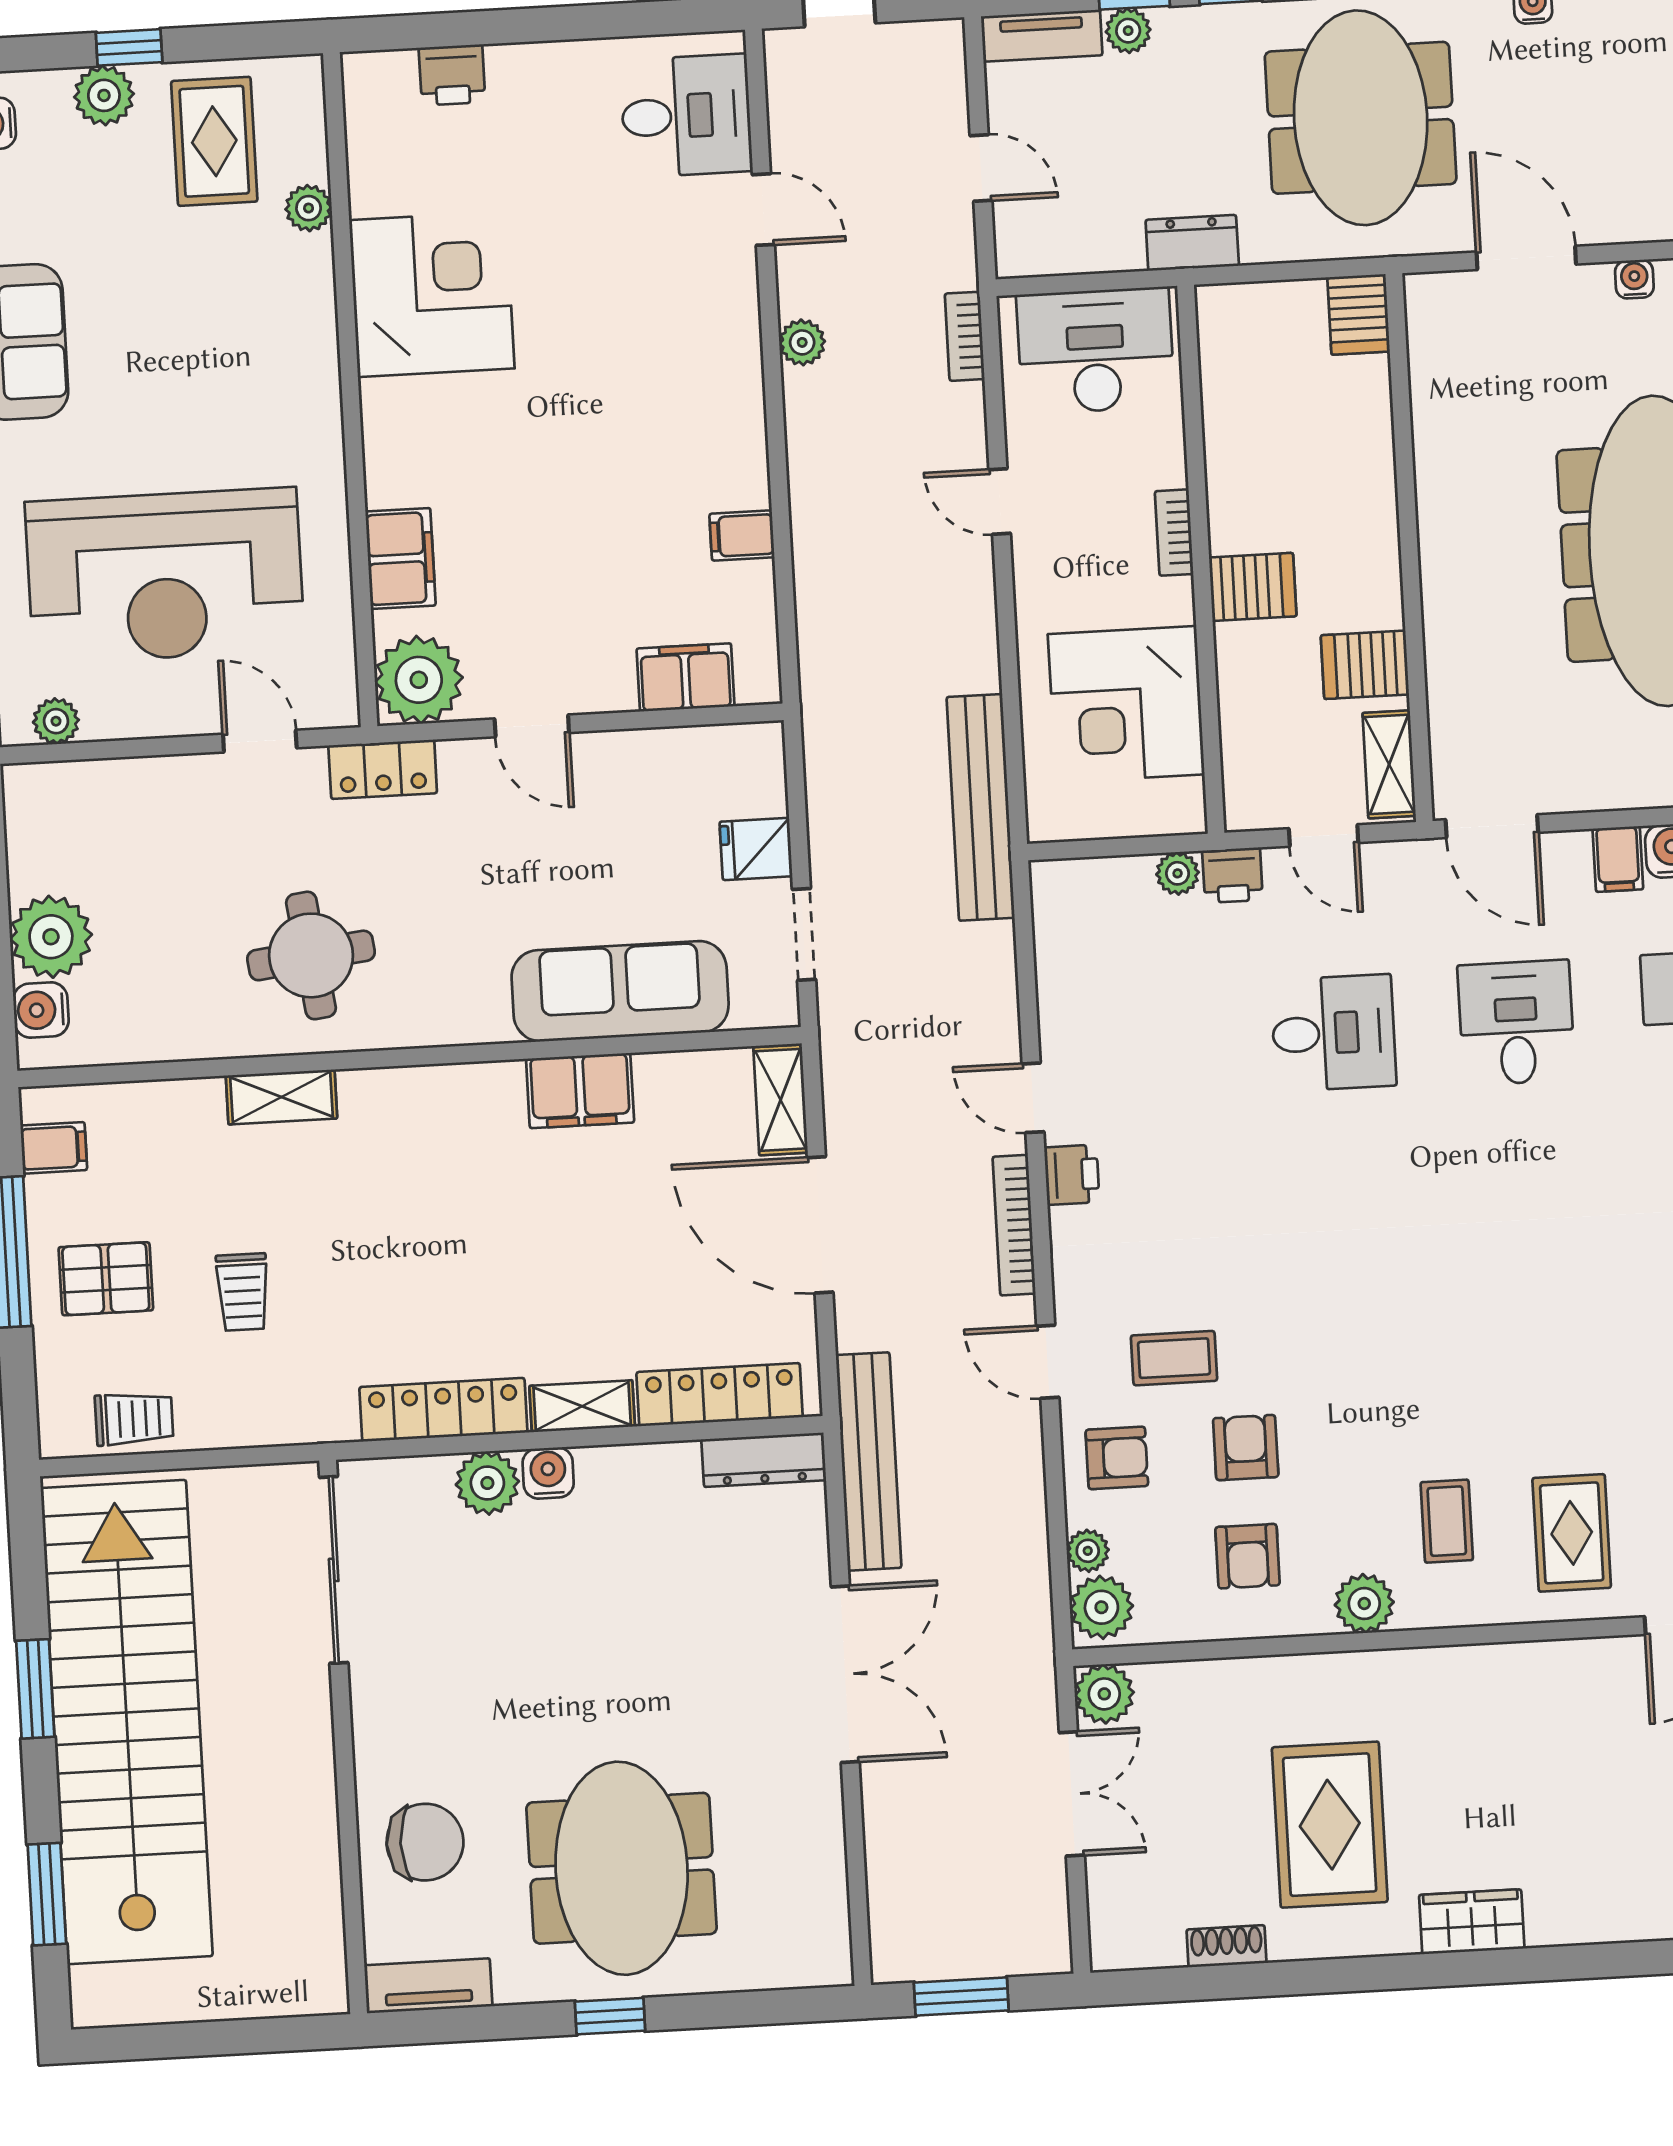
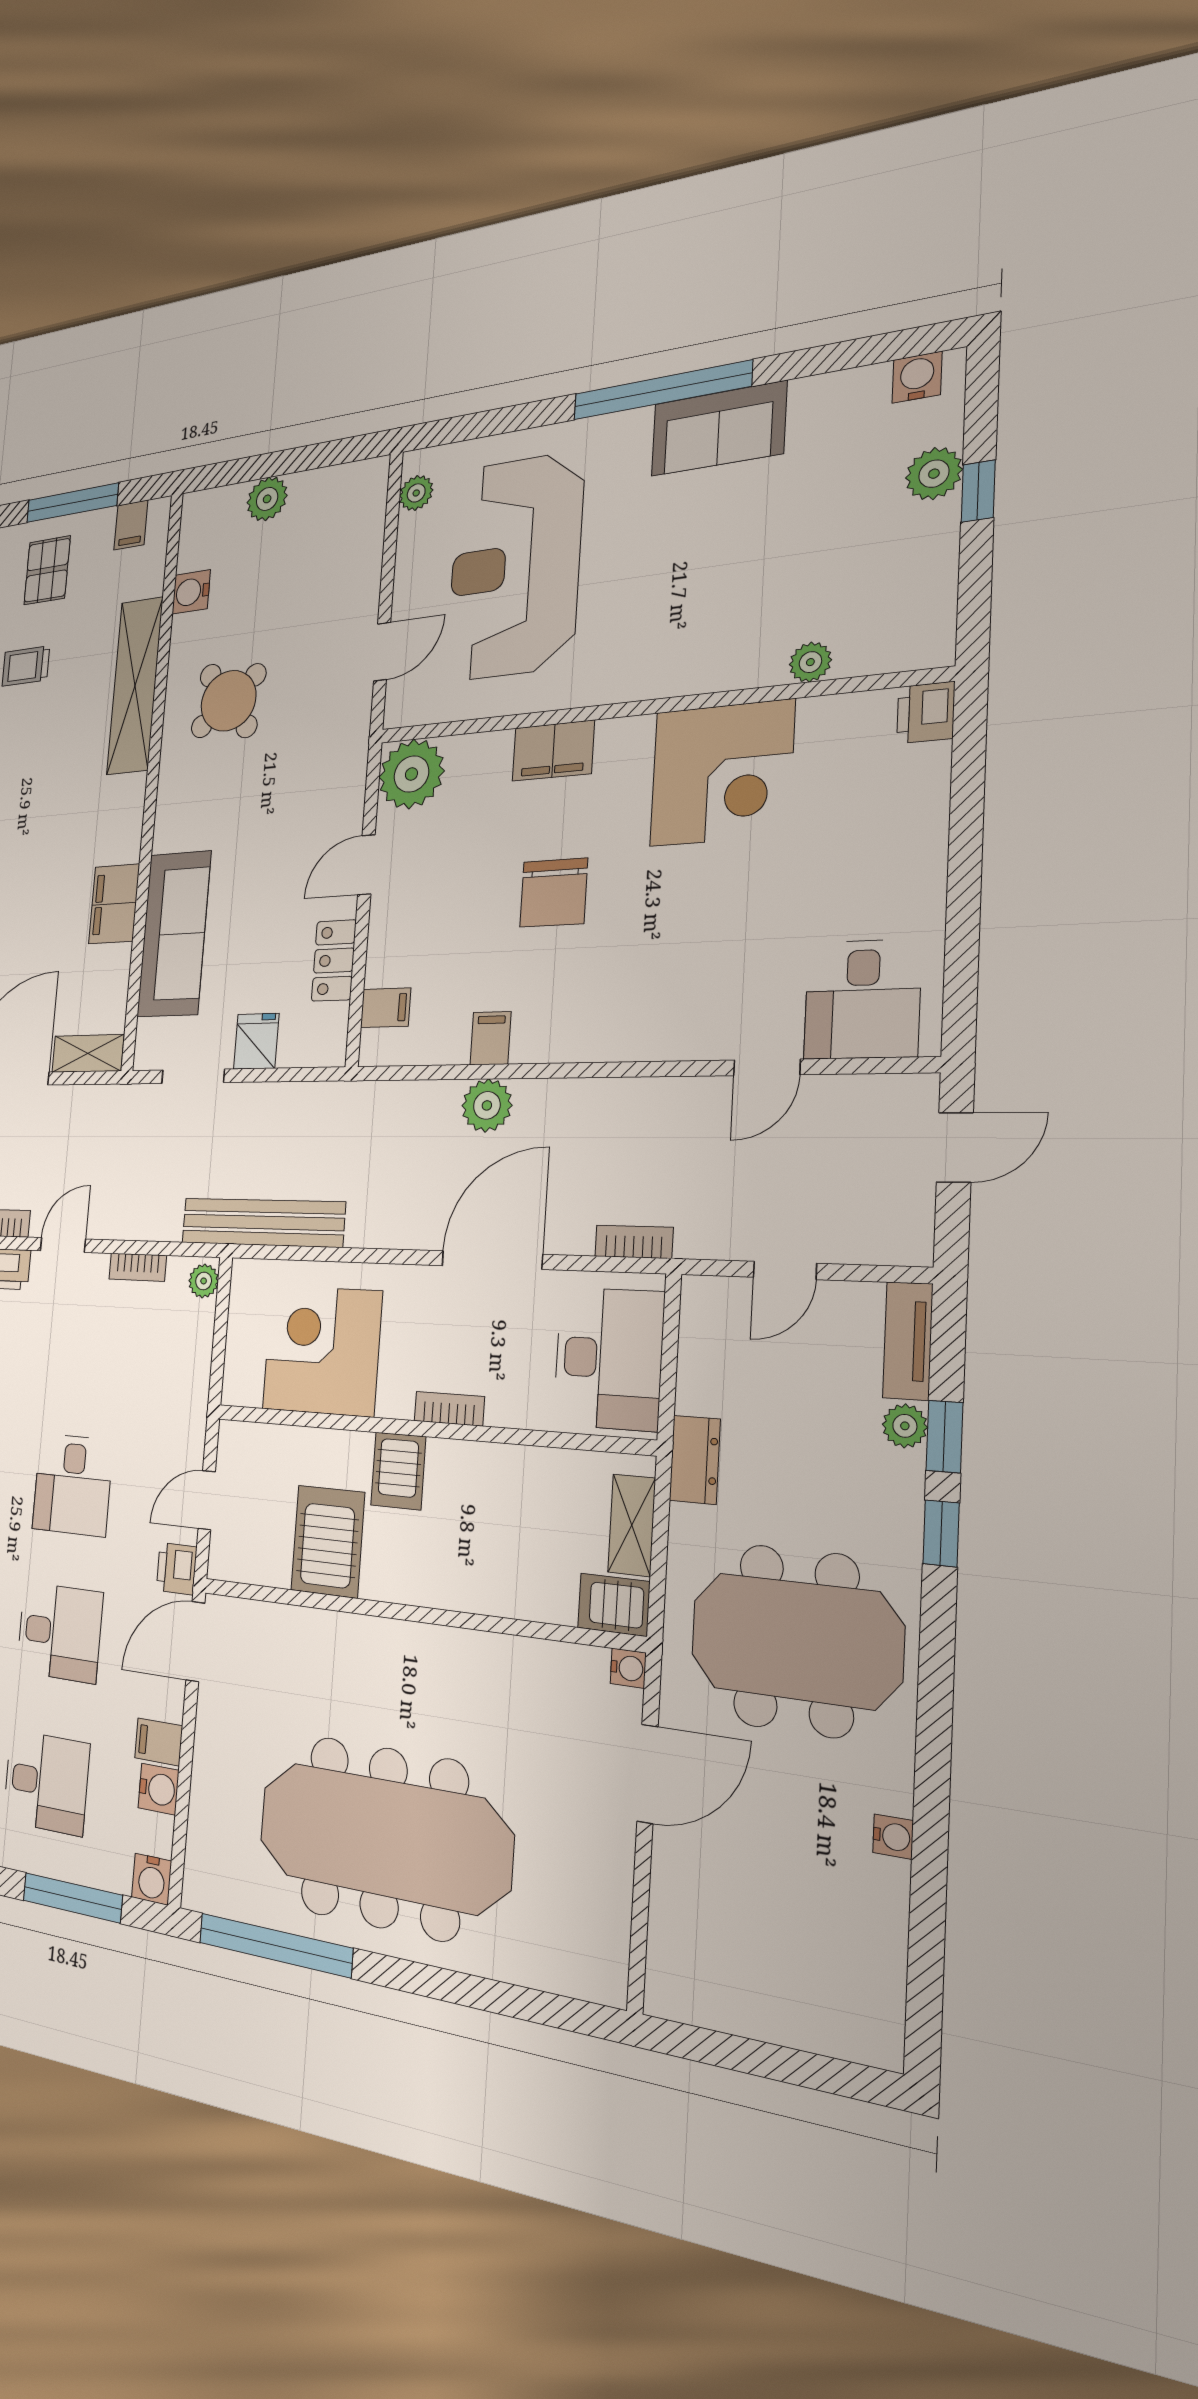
printer: (452, 75) -> (926, 713), moved
rug: (214, 141) -> (881, 575), removed
water cooler: (1634, 279) -> (628, 1668), moved
plant: (802, 342) -> (487, 1105), moved, width x1.38, depth x1.38
chair: (568, 478) -> (554, 893), added
door: (1000, 502) -> (492, 1260), width x1.87
filing cabinet: (401, 559) -> (553, 751), moved
server rack: (1365, 665) -> (328, 1541), width x1.36, depth x1.44
filing cabinet: (685, 677) -> (386, 1008), width x0.50
shelving: (1389, 764) -> (632, 1525), moved, turned 90
locker: (383, 769) -> (334, 961), moved
plant: (1178, 873) -> (204, 1281), moved
printer: (1232, 875) -> (177, 1569), moved
plant: (51, 937) -> (267, 499), width x0.73, depth x0.73
round table: (311, 955) -> (229, 701), turned -32
bookcase: (1051, 979) -> (138, 1267), added
water cooler: (41, 1010) -> (191, 592), moved, turned -90
shelving: (281, 1097) -> (135, 686), width x2.20, depth x1.33

